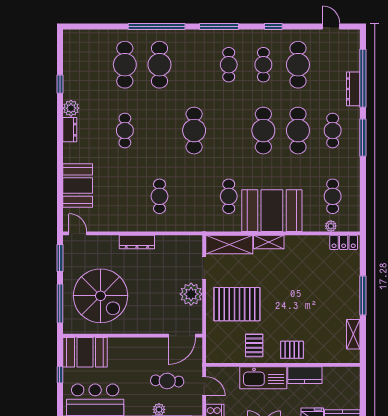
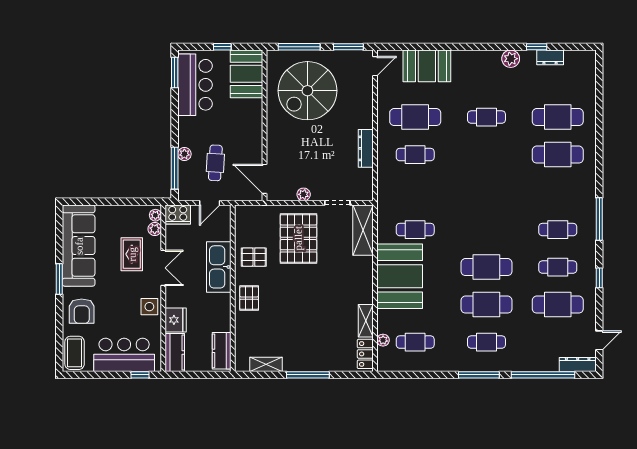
window: (157, 26) -> (599, 152), removed
dresser: (353, 89) -> (578, 365), moved
dresser: (70, 130) -> (550, 57), moved
cafe table: (194, 131) -> (415, 117), moved
dresser: (137, 242) -> (366, 148), moved
shelving: (269, 242) -> (366, 321), moved
plant: (191, 294) -> (304, 194), width x0.53, depth x0.53
kitchen counter: (305, 375) -> (222, 351), moved

